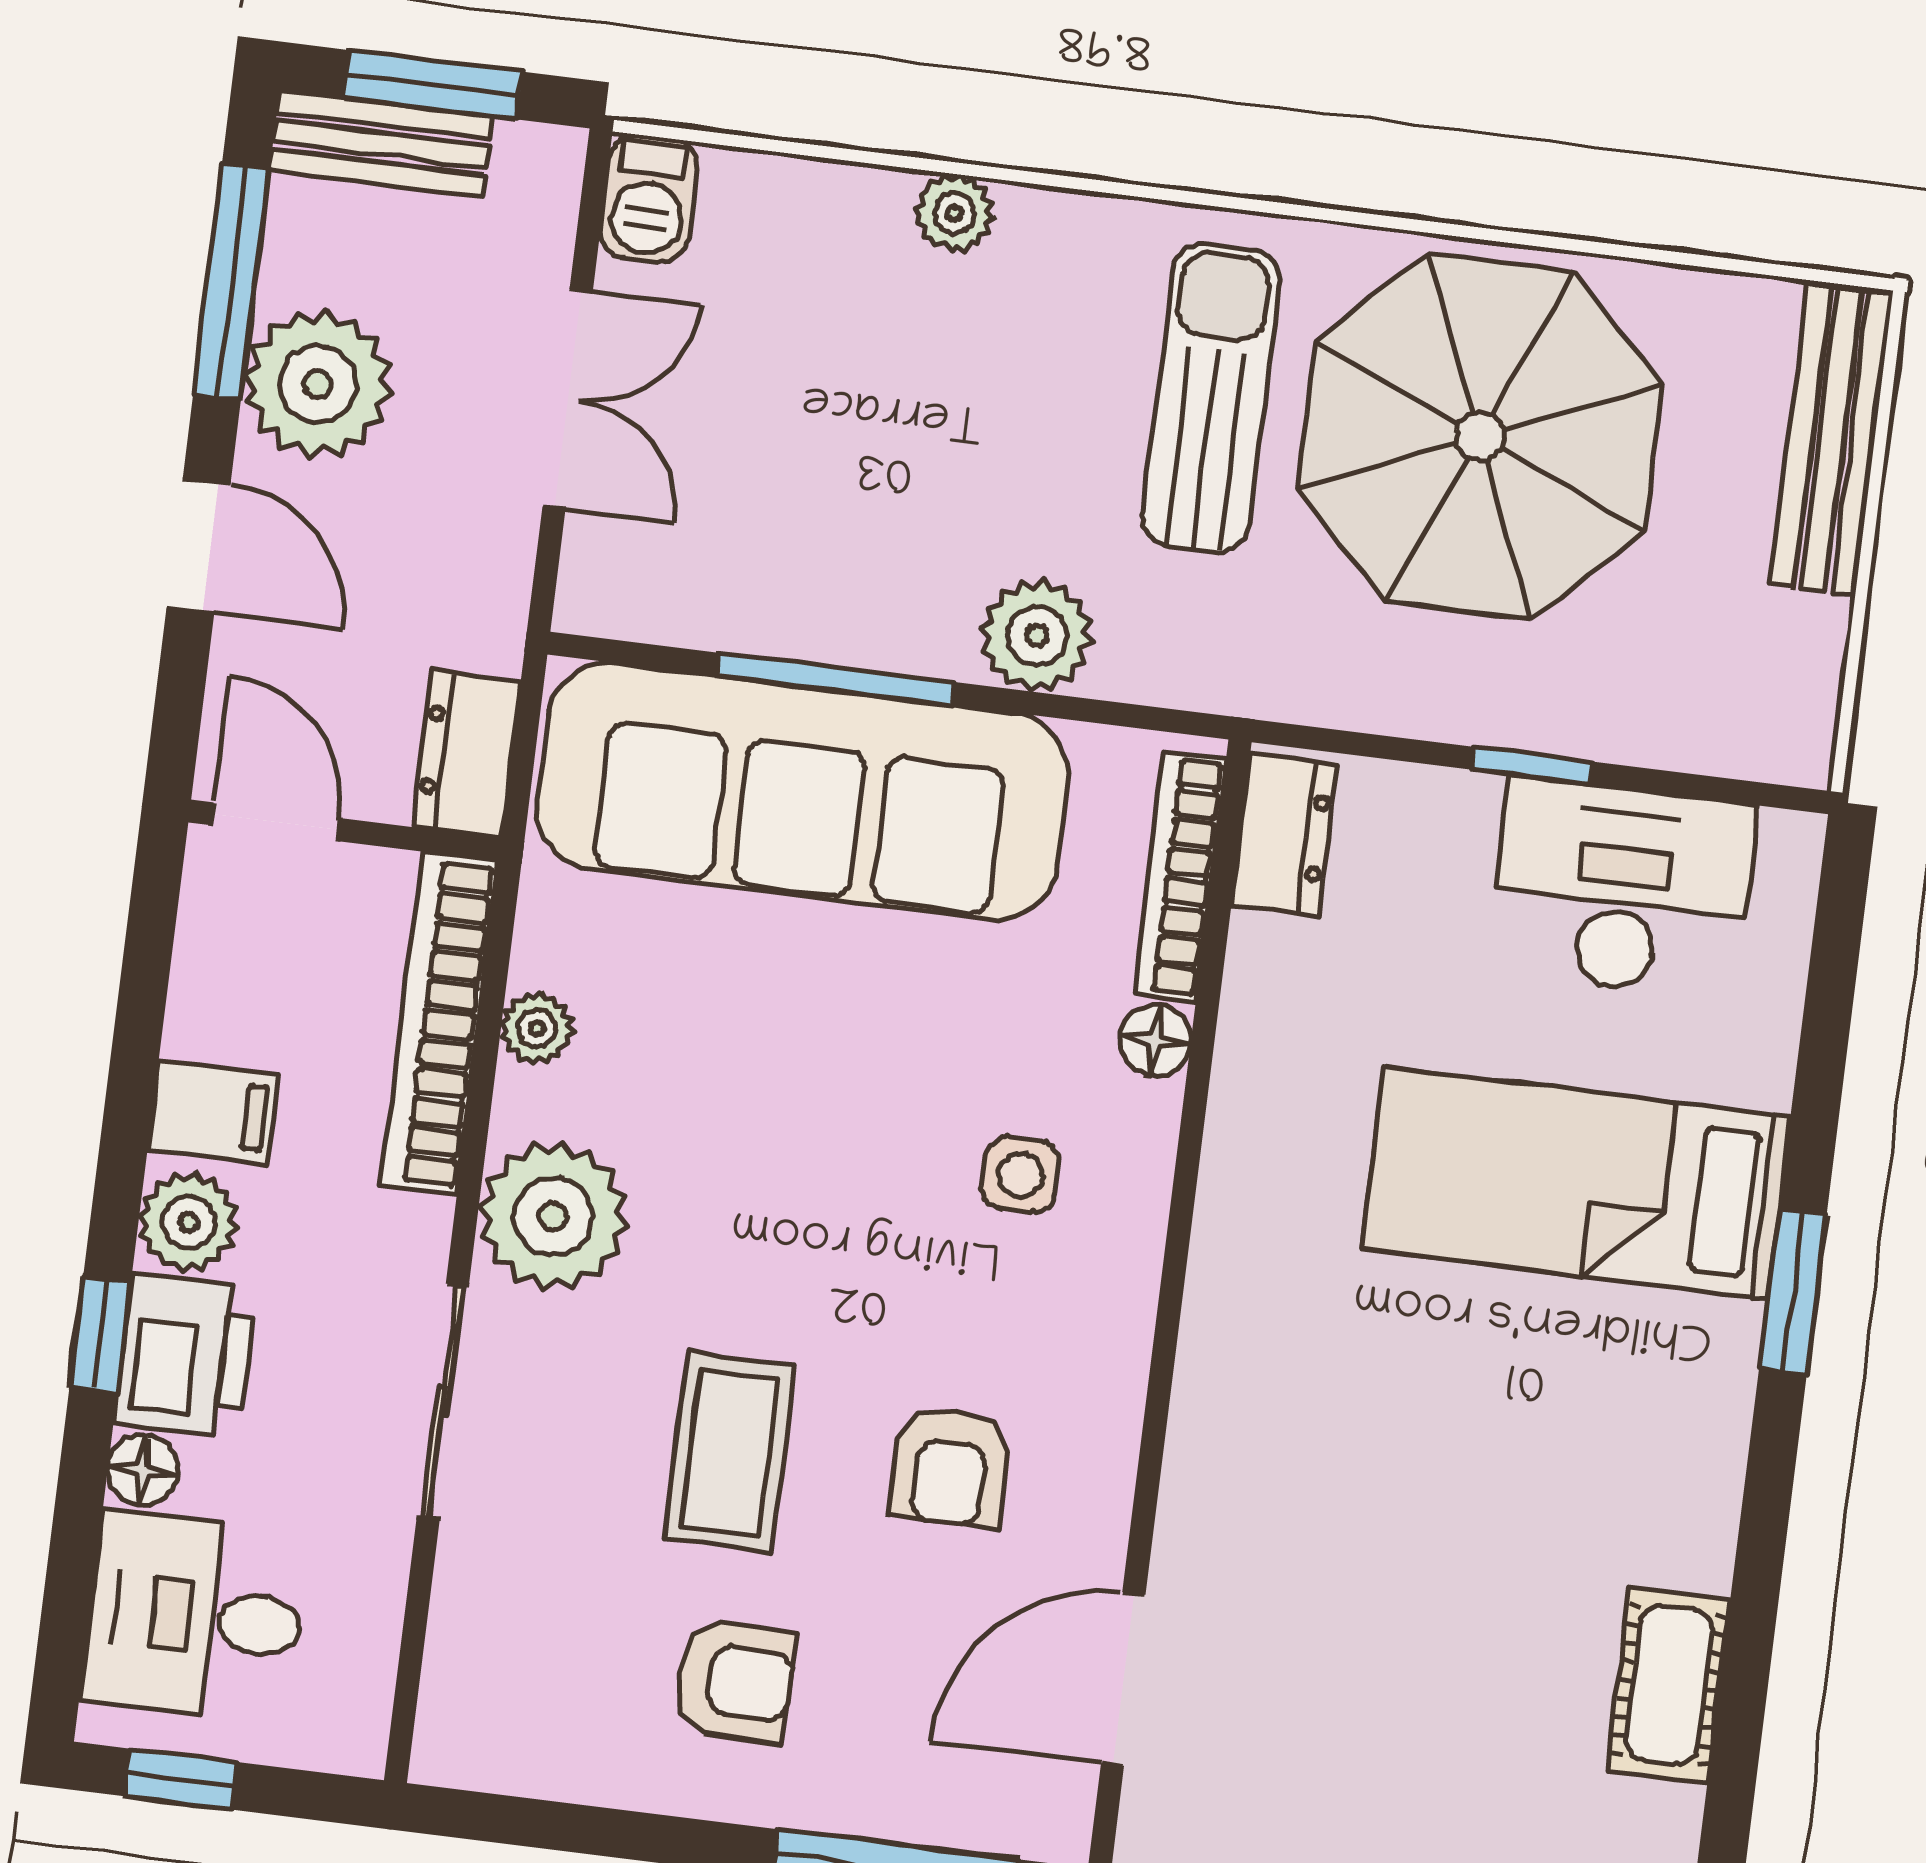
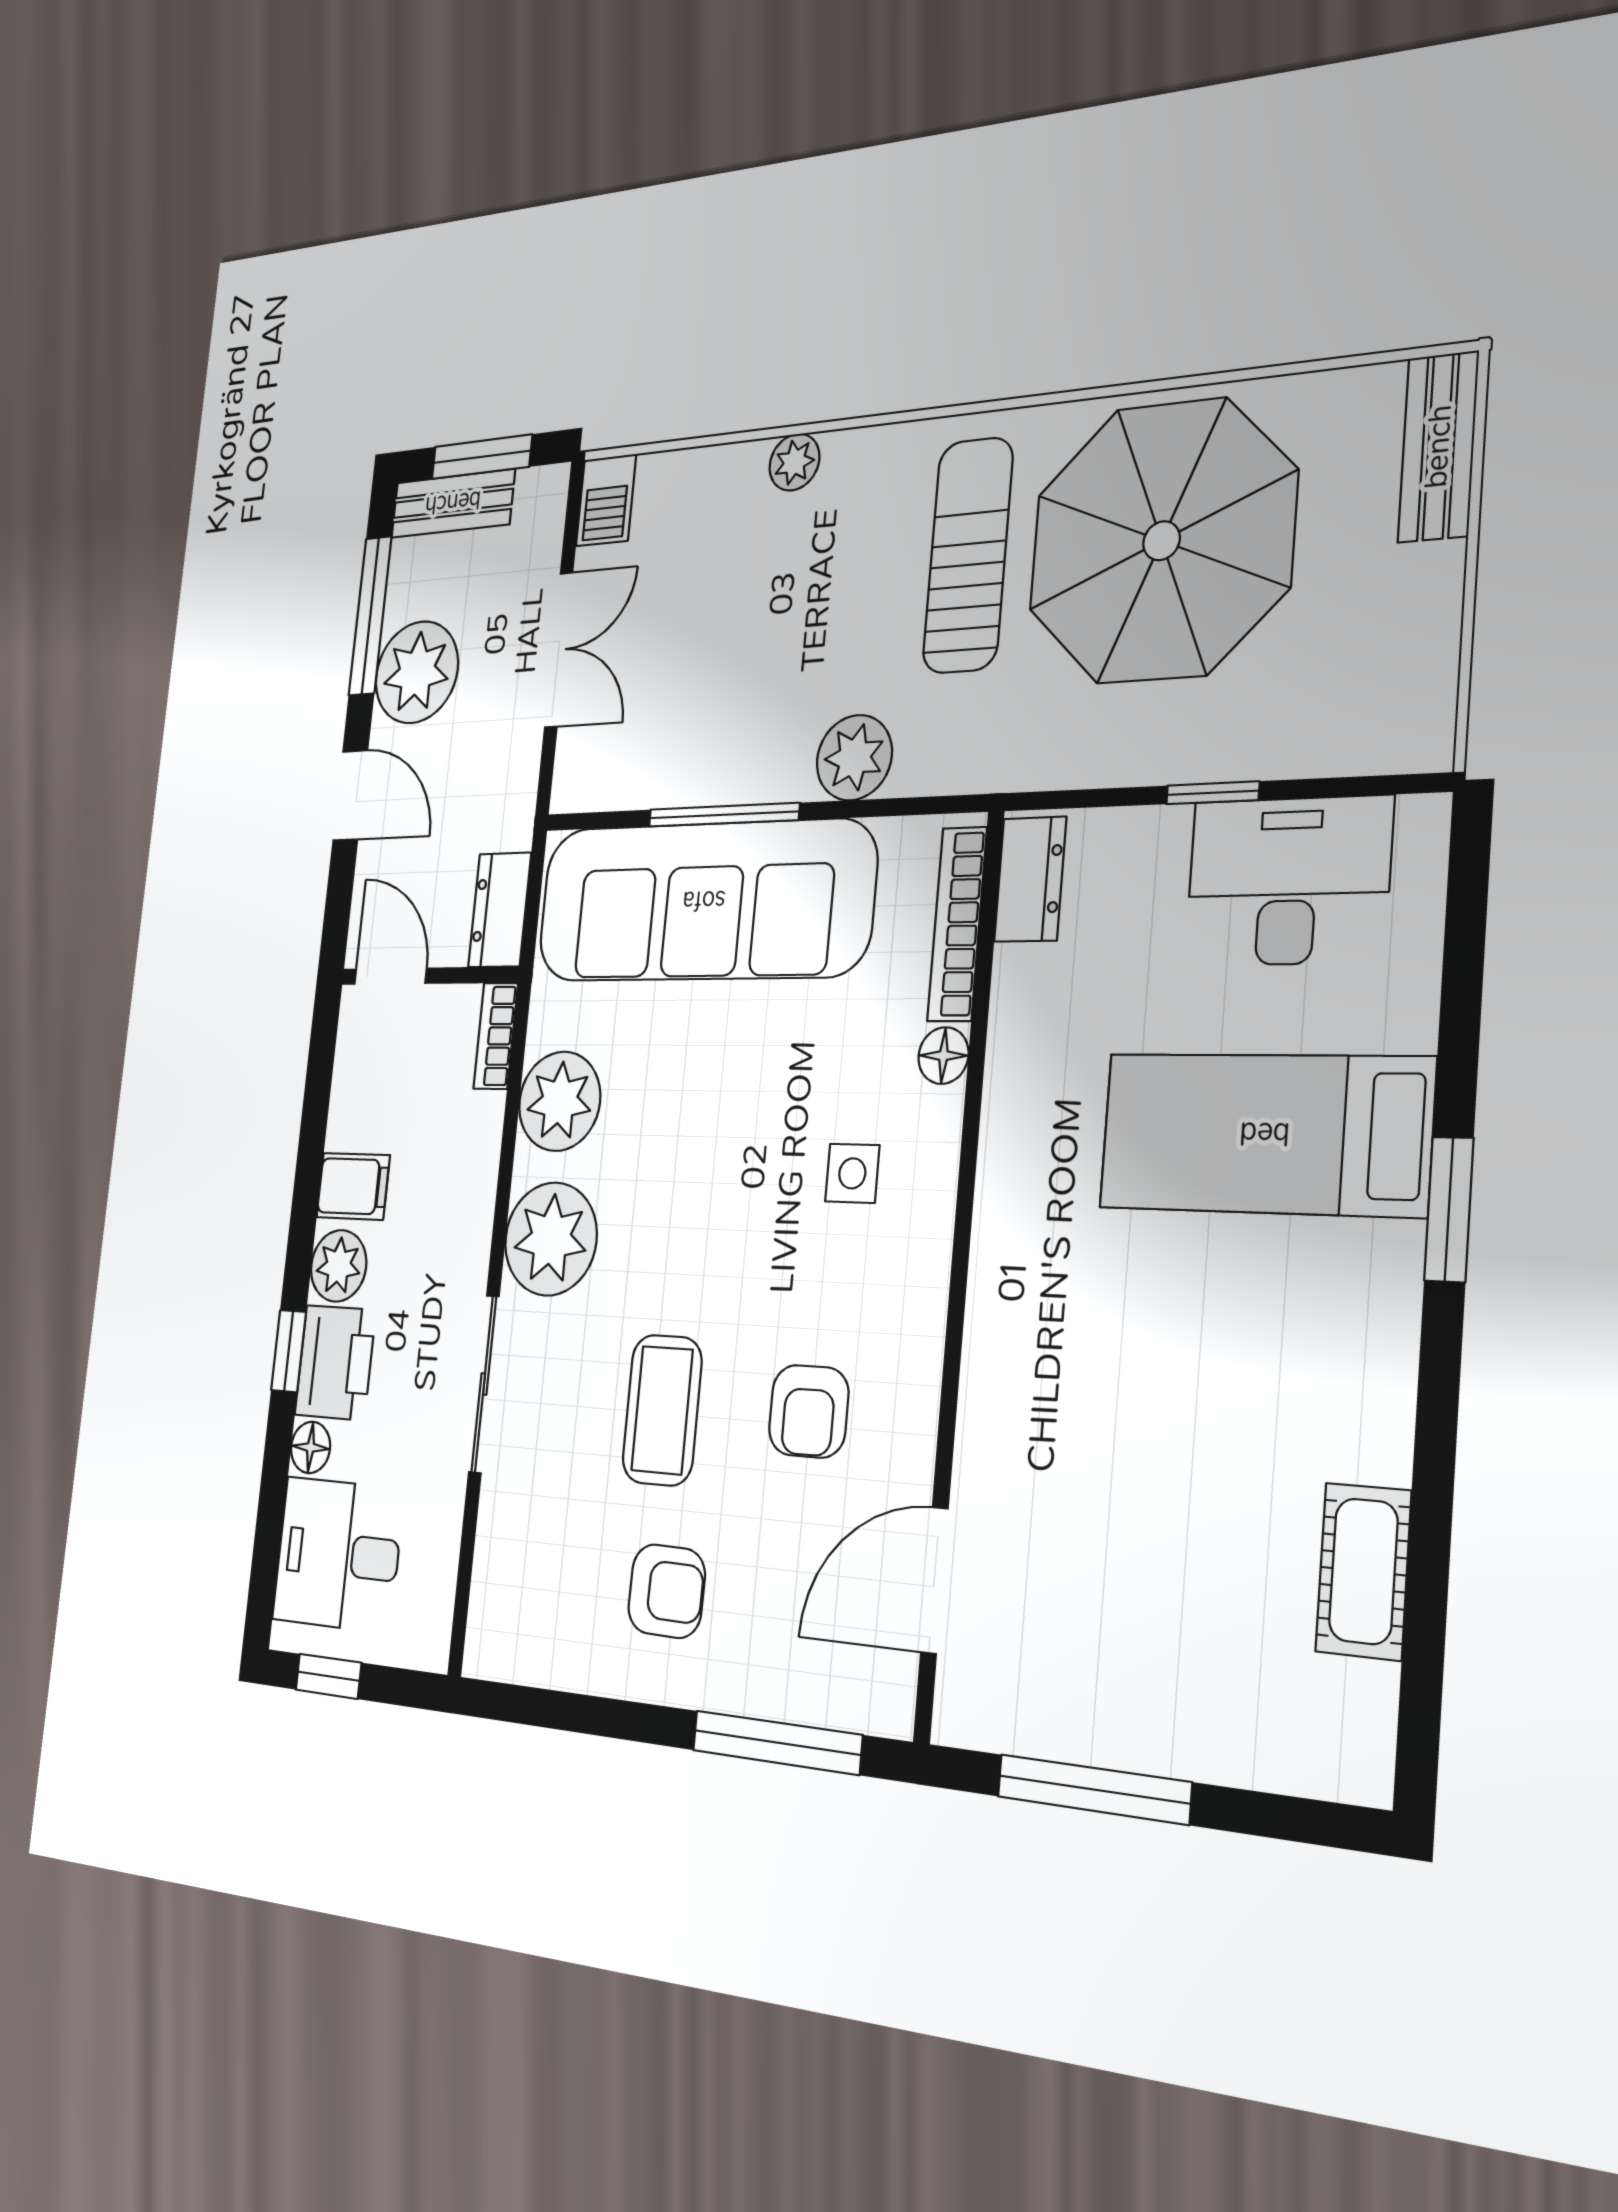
bench: (1832, 438) -> (1438, 447), width x0.73
bookcase: (440, 1024) -> (496, 1036), width x0.43, depth x0.76
plant: (537, 1028) -> (560, 1101), width x1.87, depth x1.87

